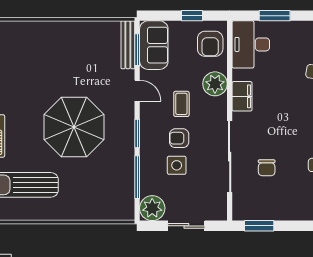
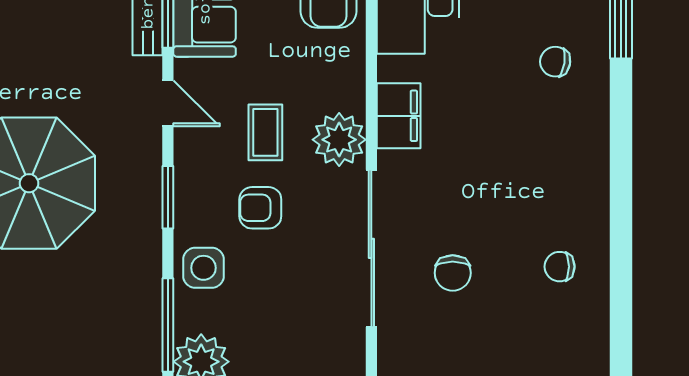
plant: (215, 84) -> (339, 140), moved
side table: (177, 165) -> (203, 268), moved
window: (137, 177) -> (168, 325), moved

